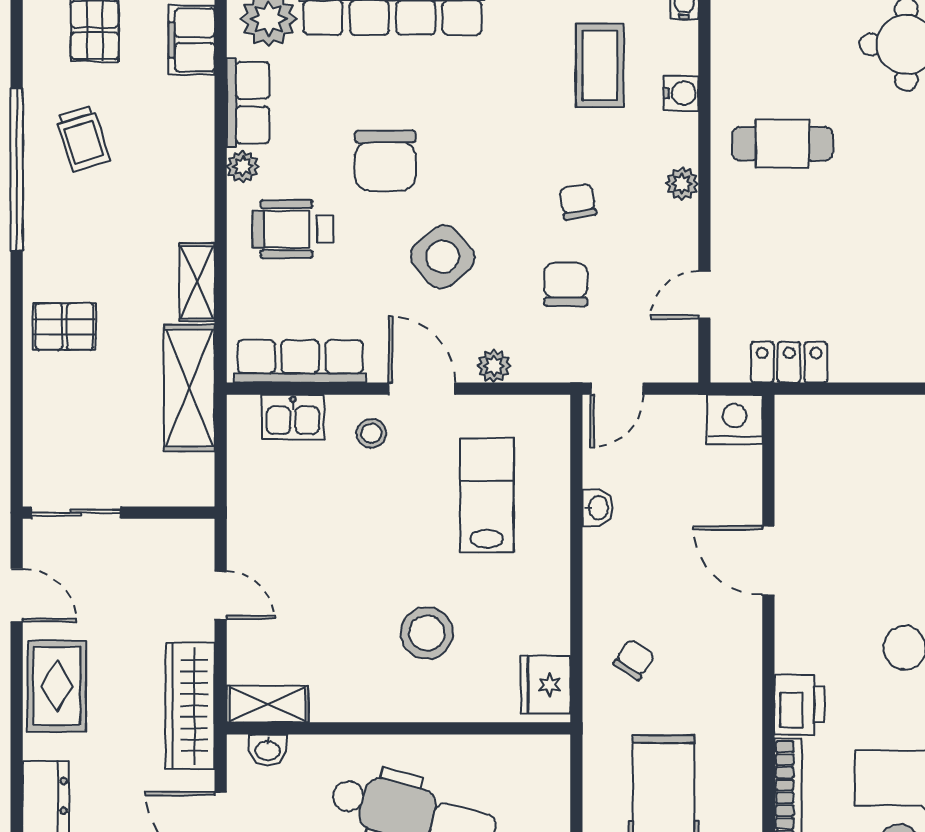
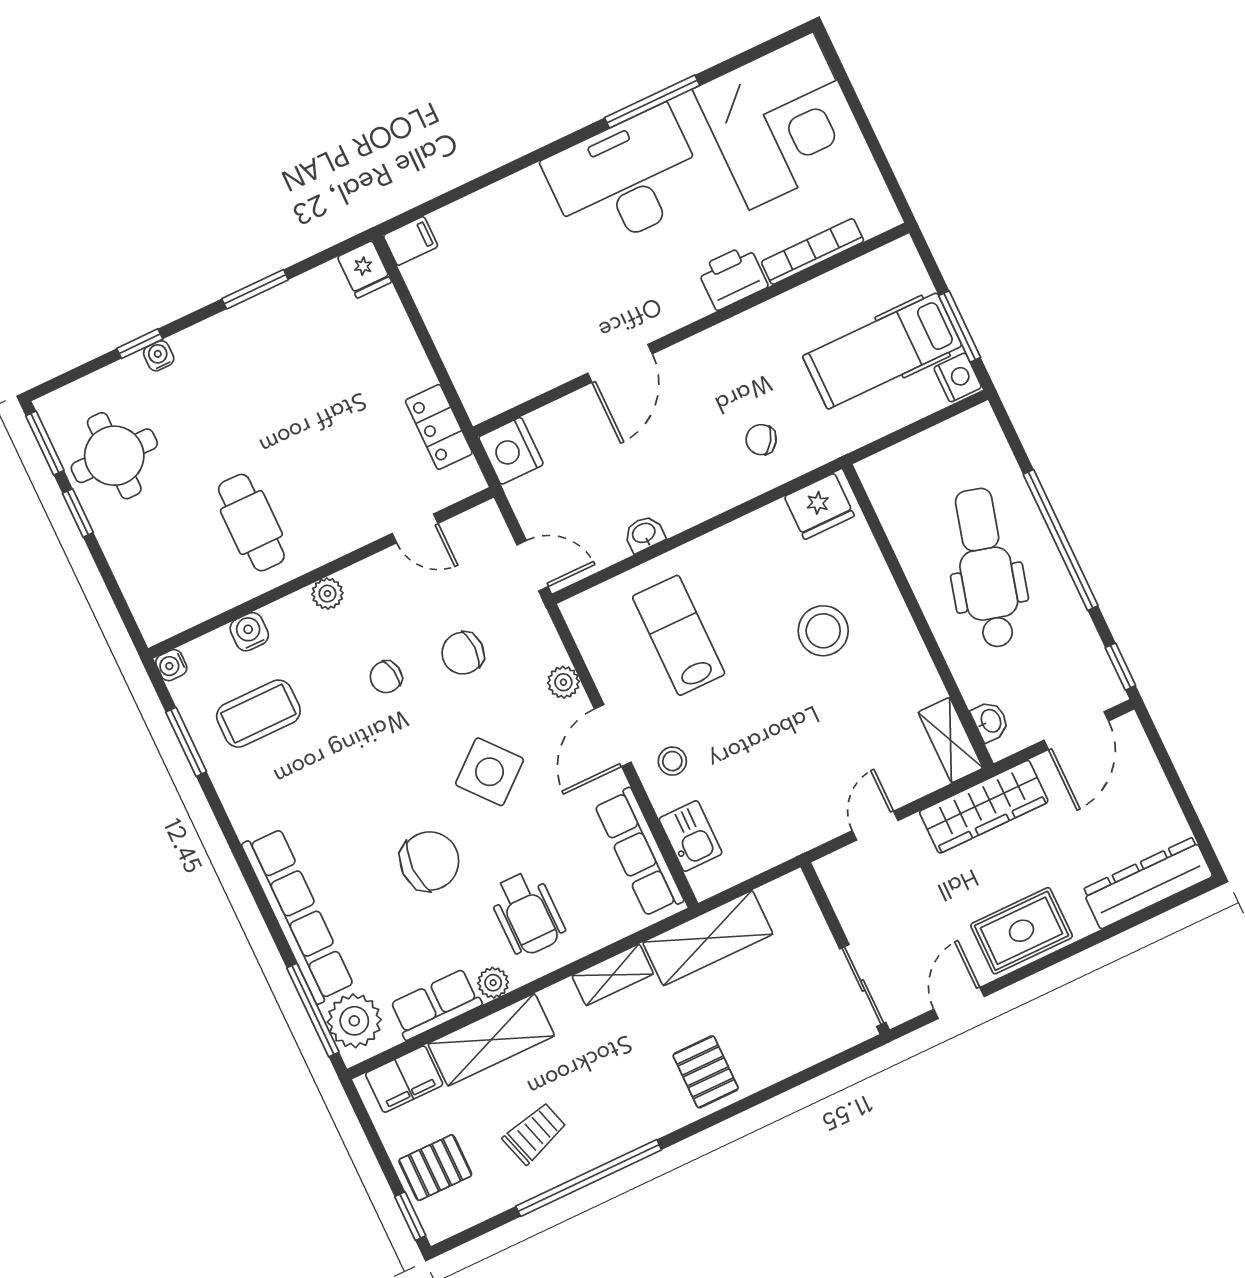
shelving: (190, 139) -> (491, 1040), added
lab bench: (487, 495) -> (679, 635), turned 90

